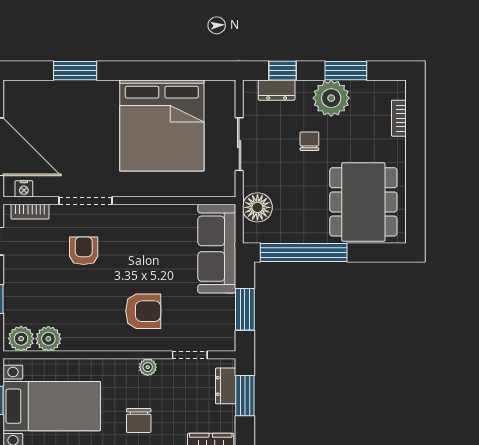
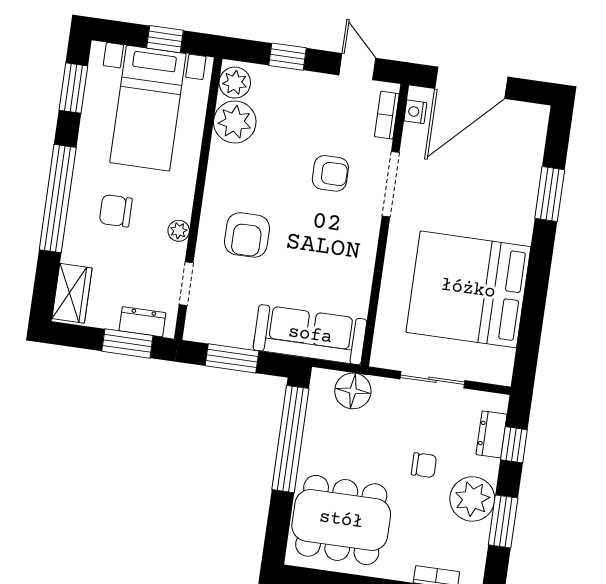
plant: (48, 339) -> (235, 122), width x1.36, depth x1.36

